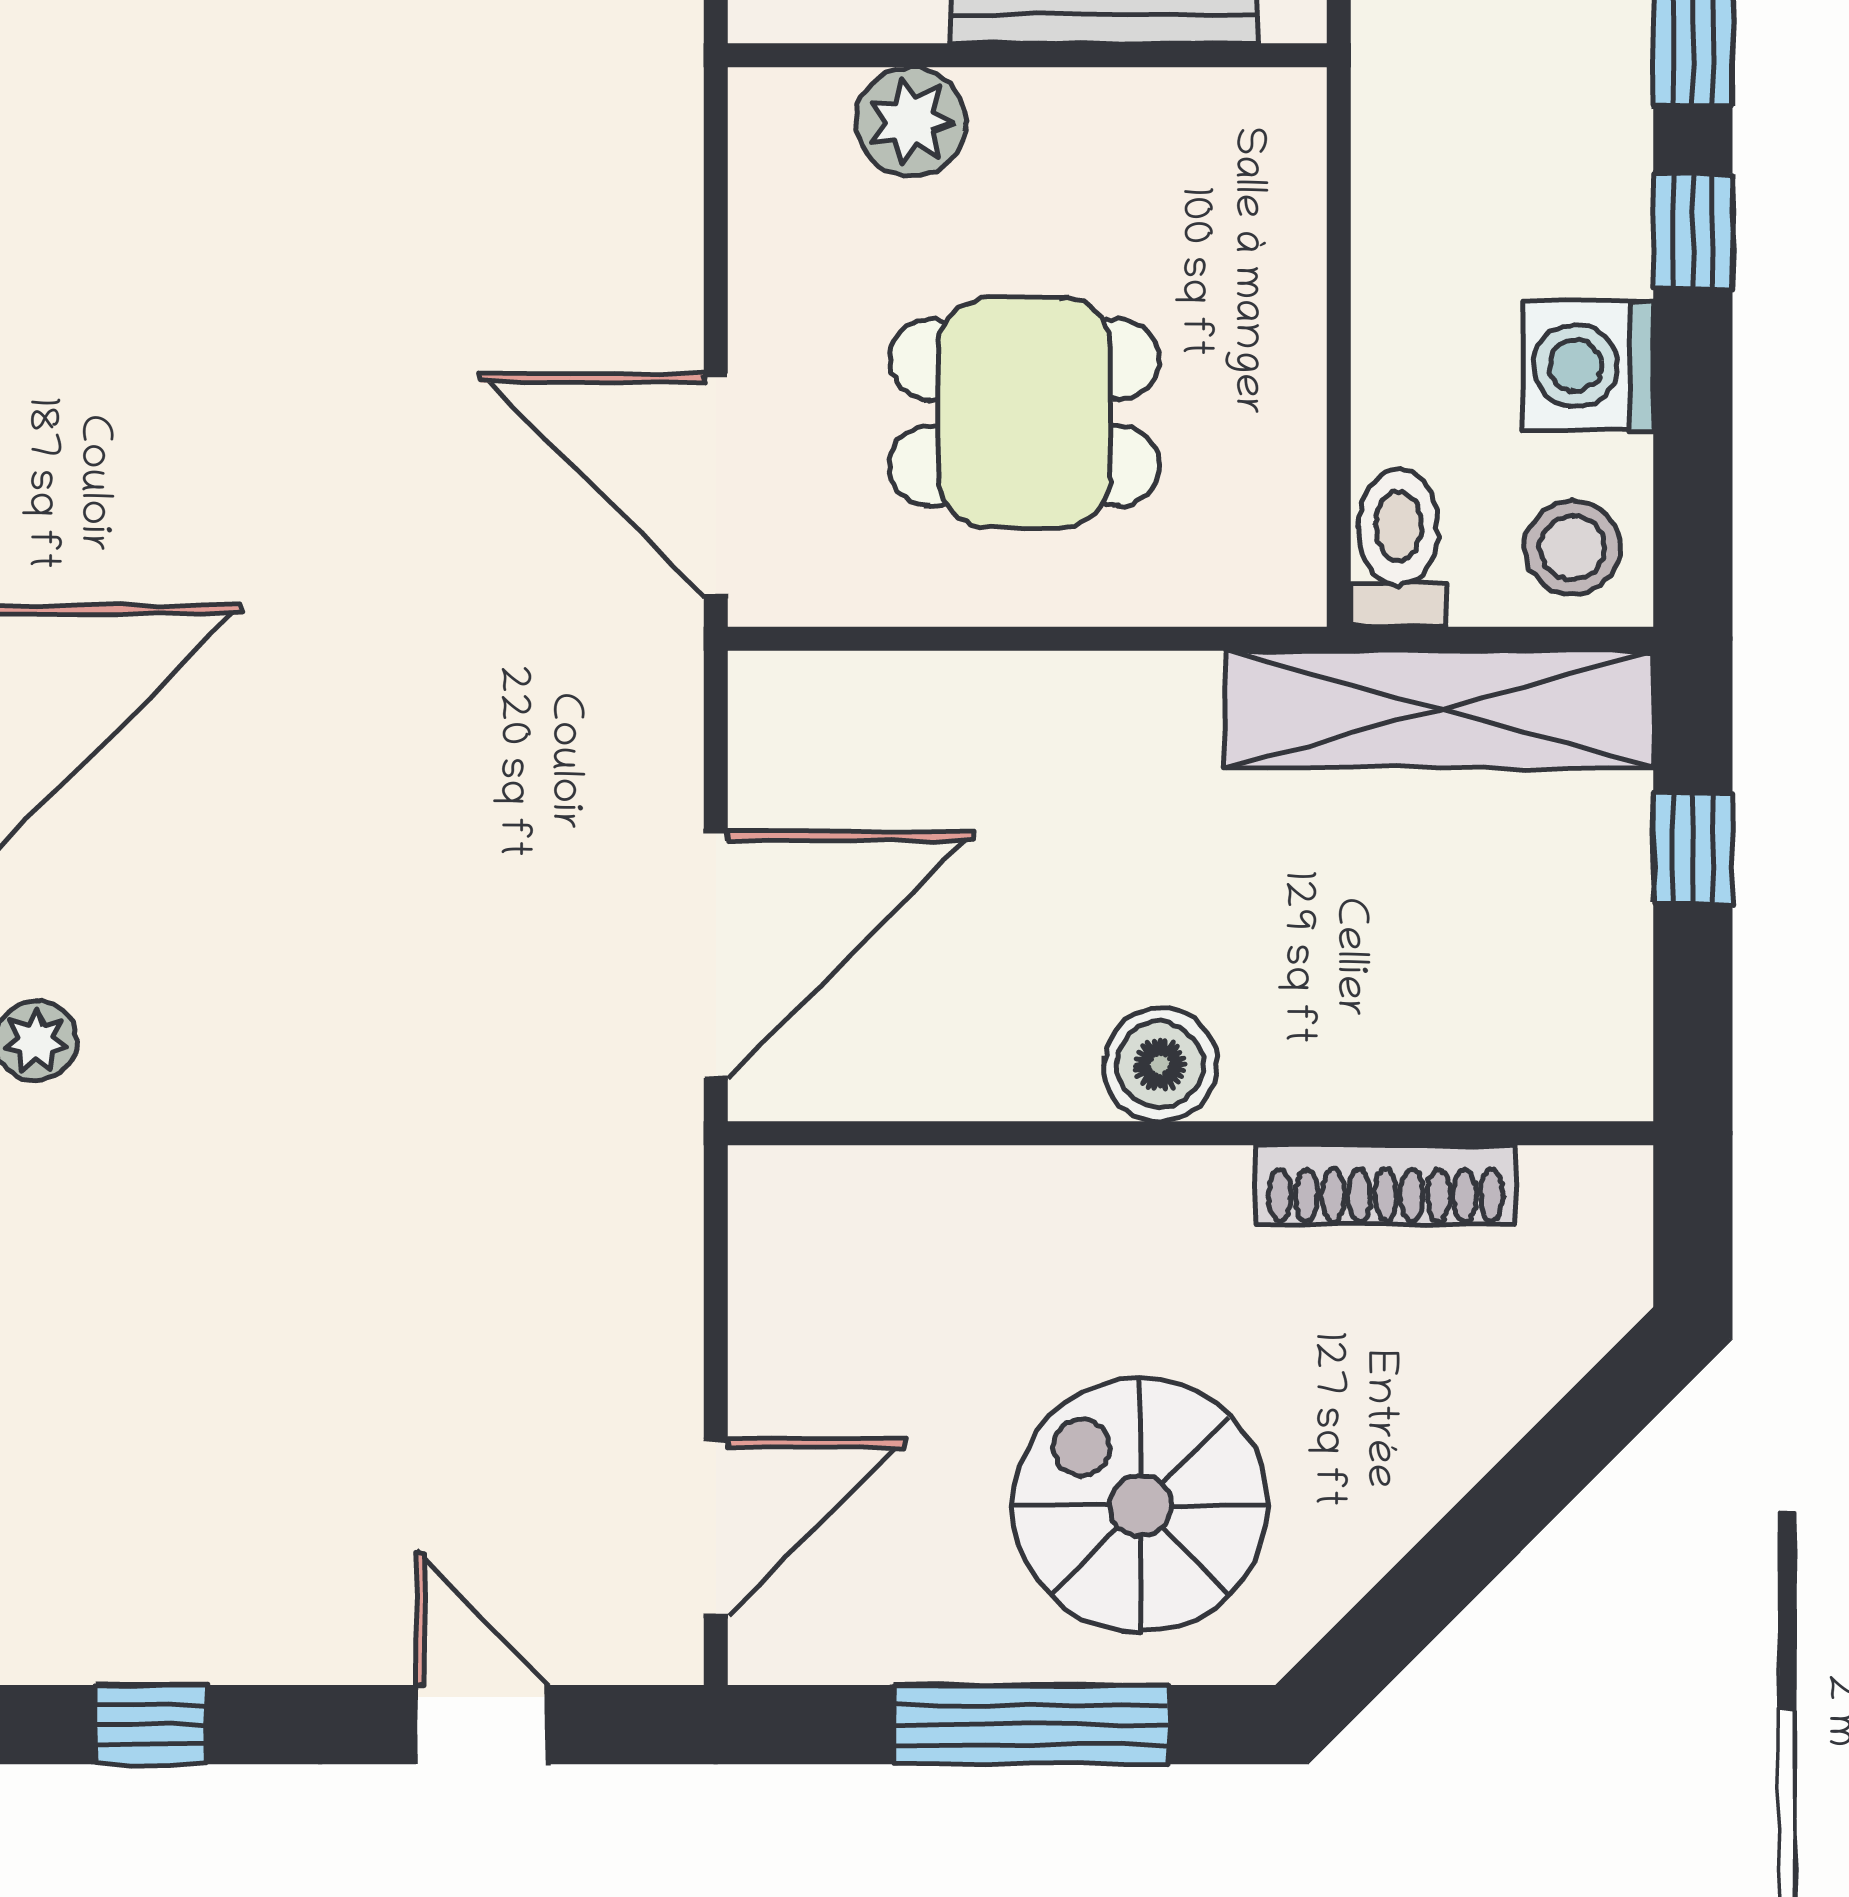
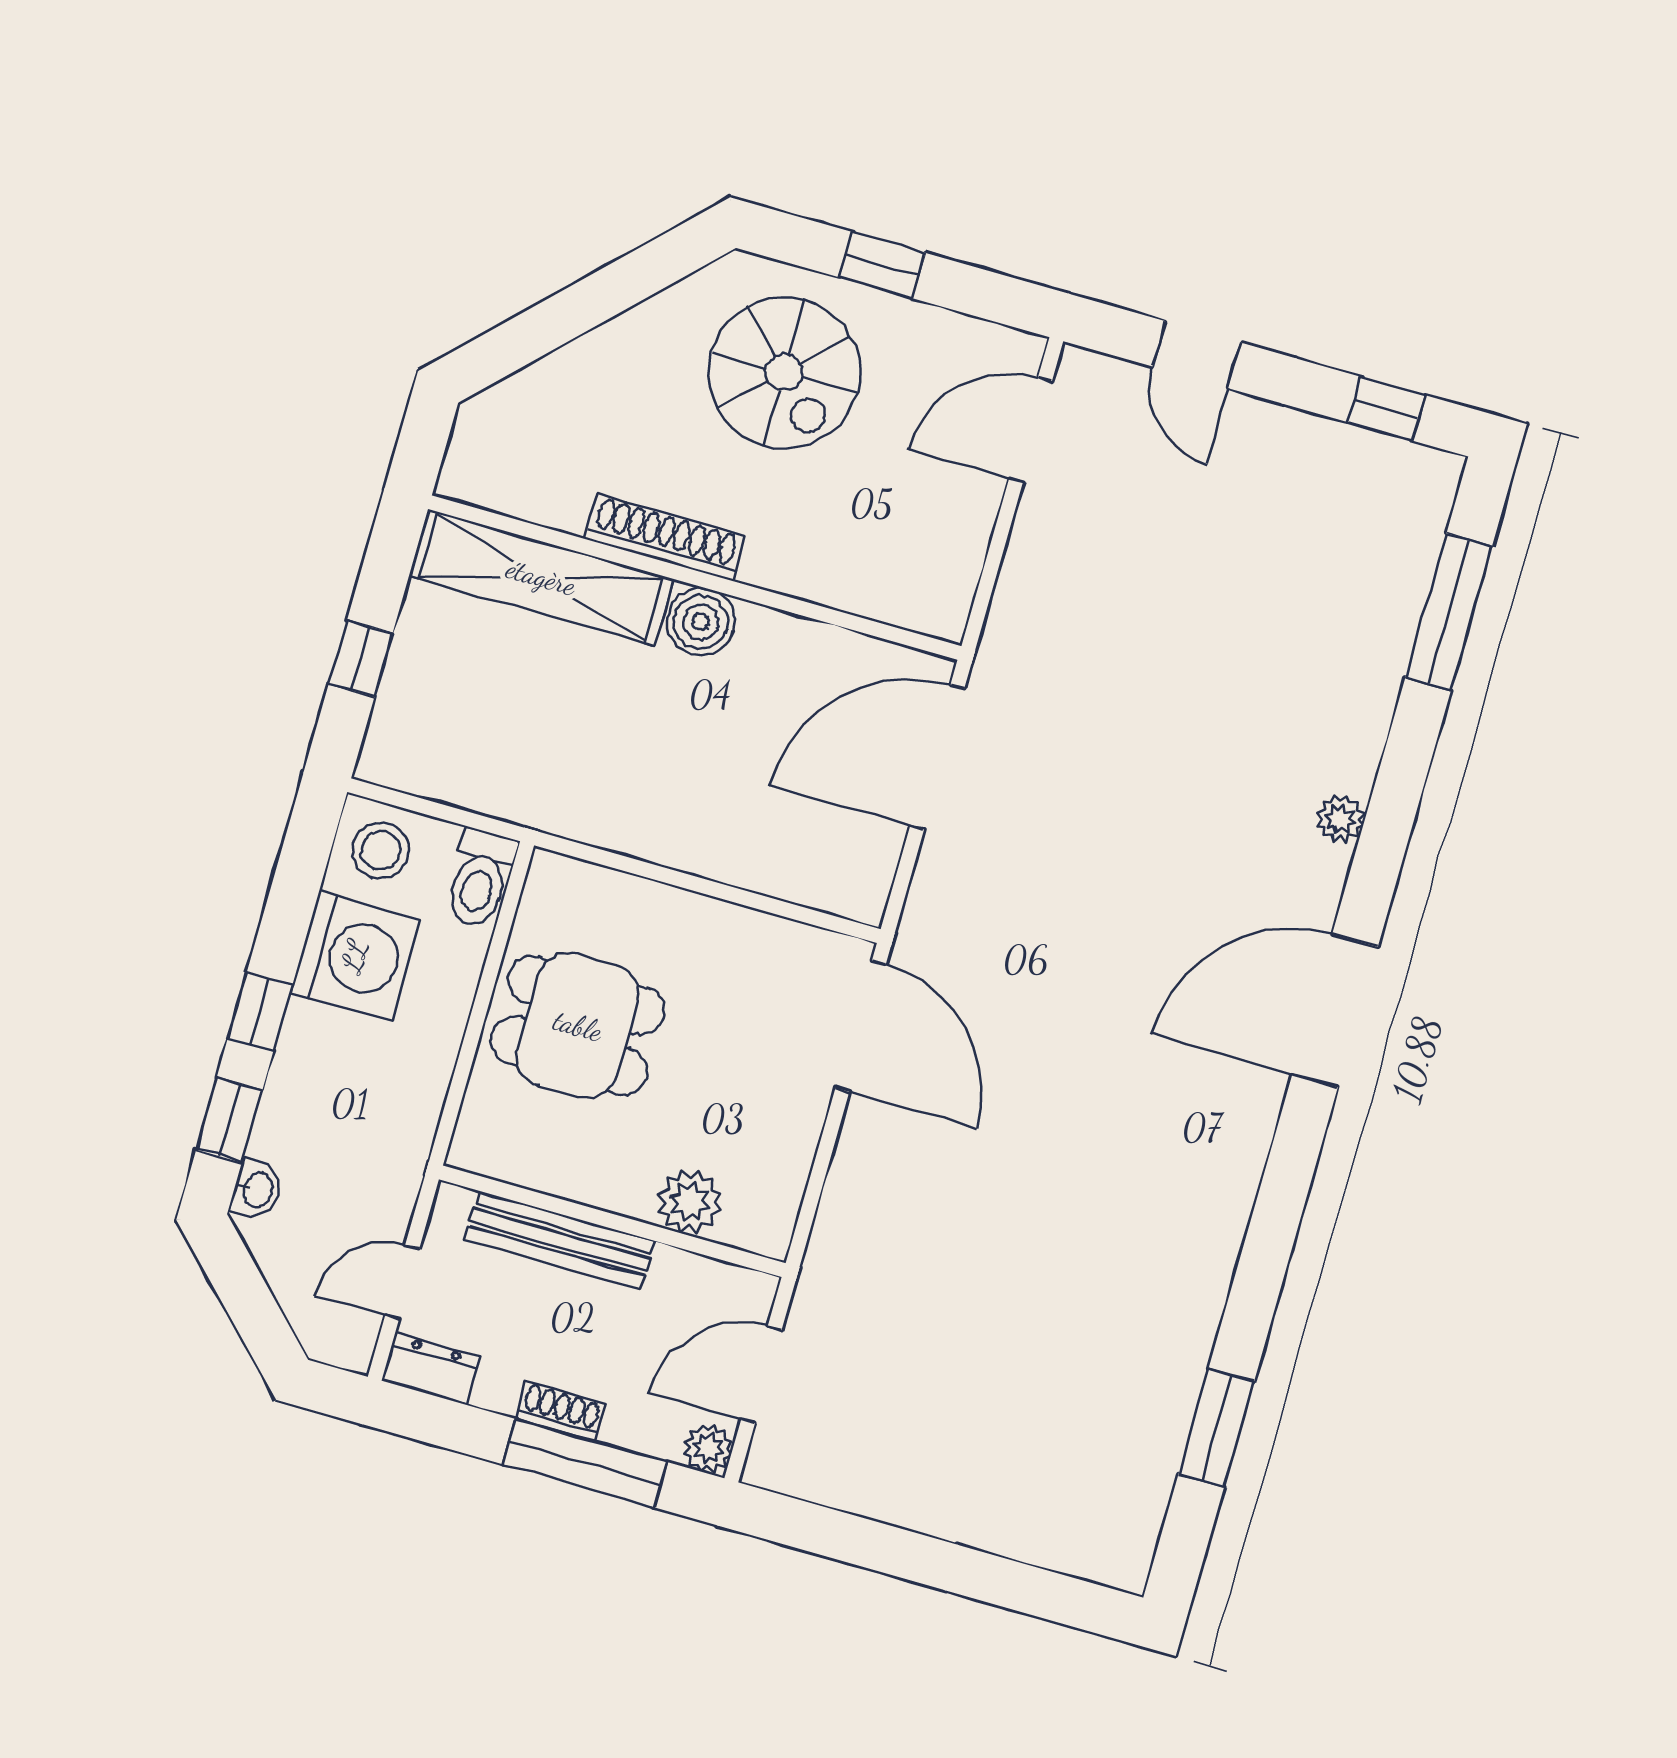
washing machine: (1588, 366) -> (355, 956), width x1.37, depth x1.37
dining table: (1024, 413) -> (578, 1026), moved
shelving: (1439, 709) -> (541, 577), moved
shoe rack: (1386, 1185) -> (665, 537), moved
window: (1031, 1725) -> (882, 265), width x0.46

